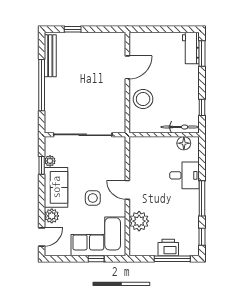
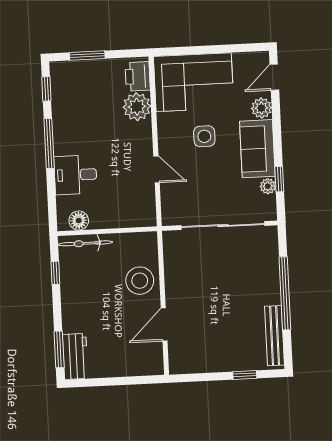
door: (127, 190) -> (157, 169), moved
printer: (168, 247) -> (138, 76), moved, turned 90
window: (96, 259) -> (195, 50), removed
window: (172, 259) -> (87, 56), width x0.69

